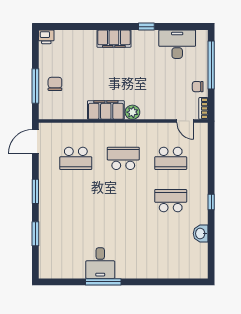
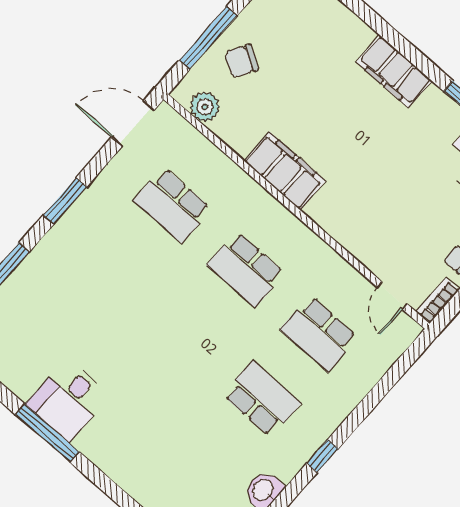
chair: (55, 84) -> (242, 61), turned -150
plant: (132, 112) -> (205, 107), moved
school desk: (123, 158) -> (246, 269), turned 180

